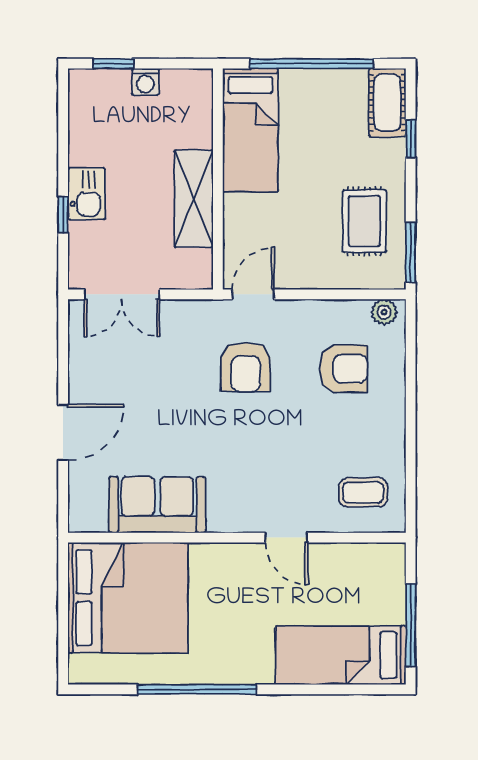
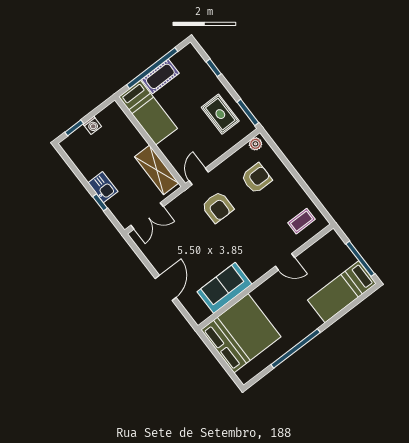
cot: (387, 103) -> (160, 76), moved, turned 90
shelving: (194, 198) -> (157, 170), moved

